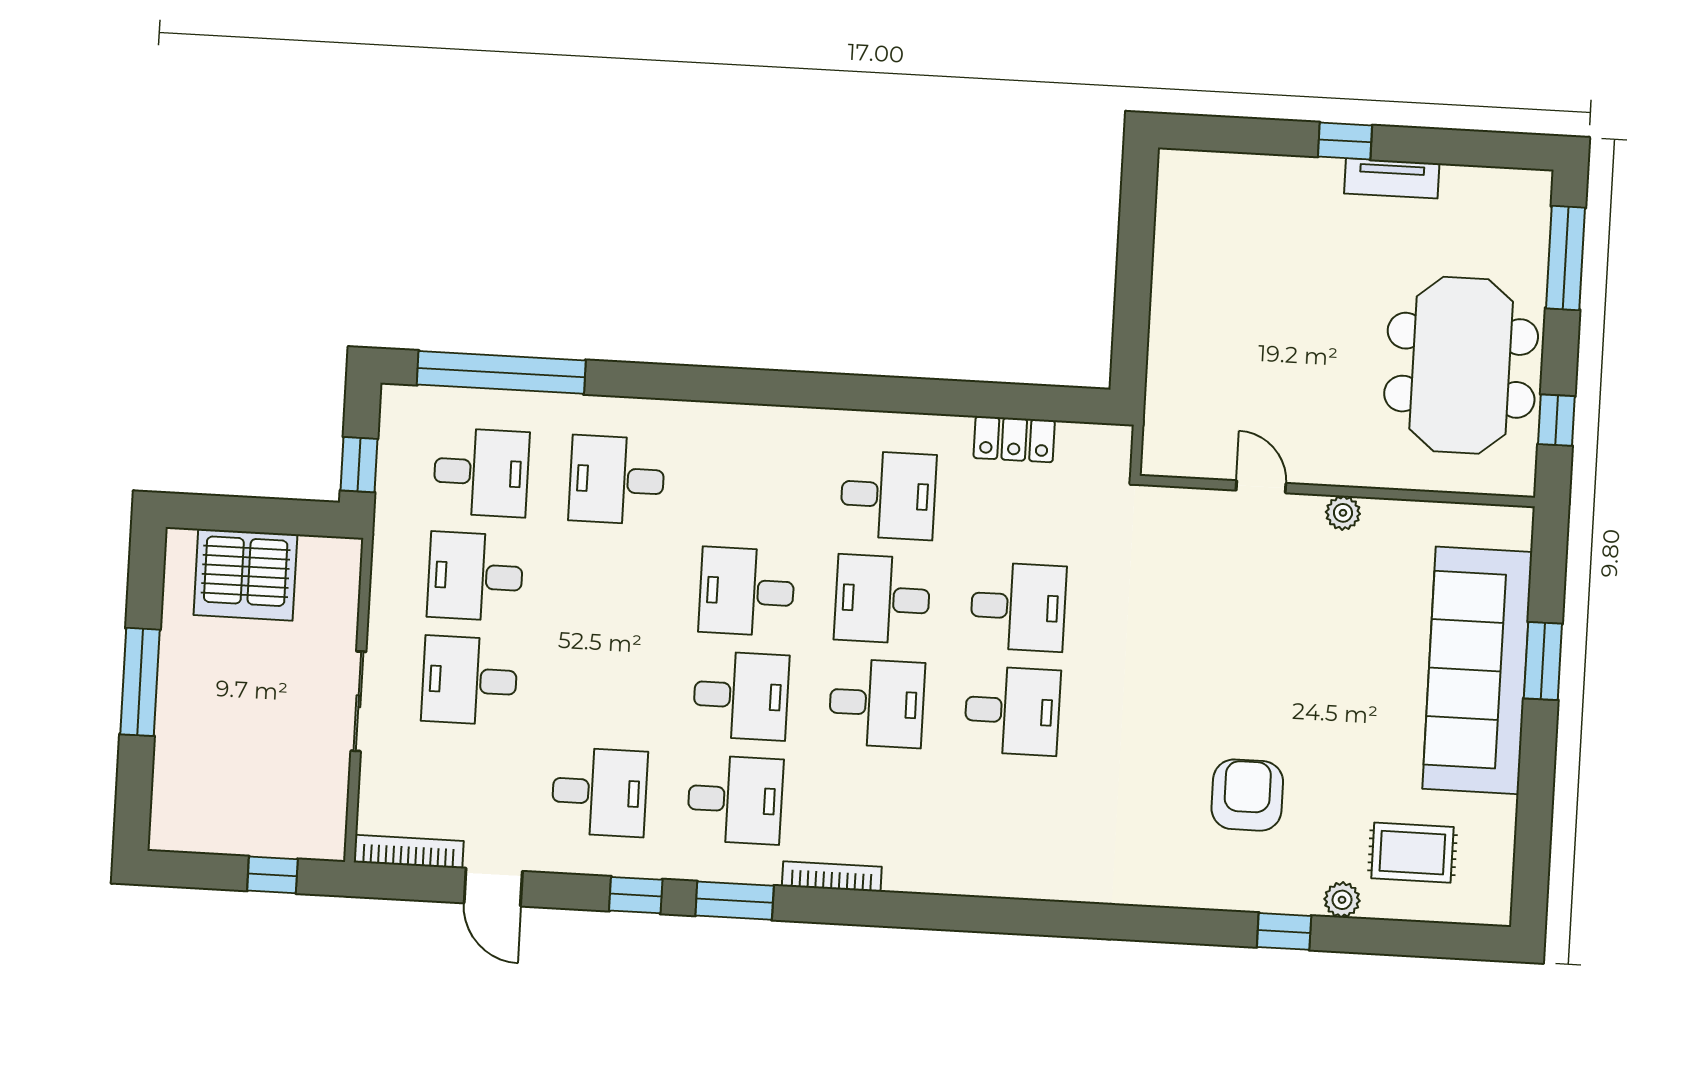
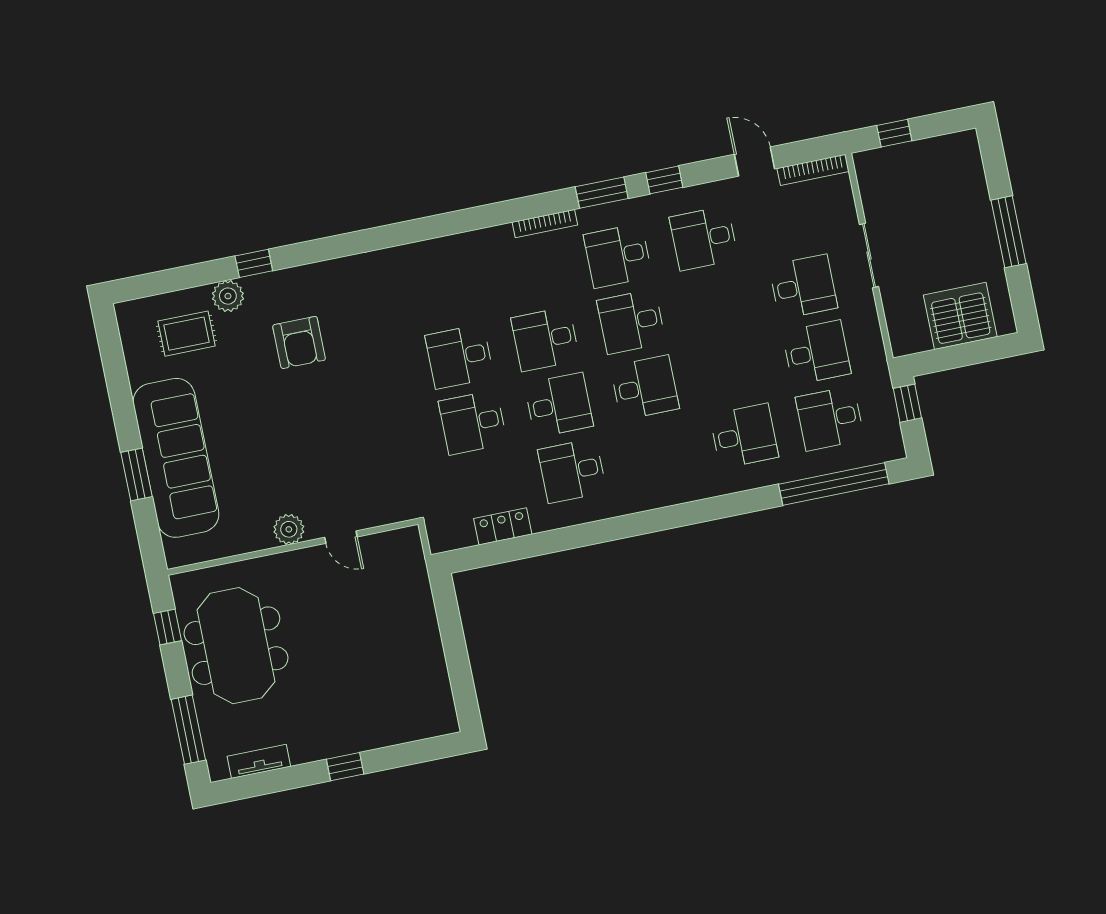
tv unit: (1392, 178) -> (259, 761), moved
plant: (1343, 513) -> (289, 529), width x1.38, depth x1.38
plant: (1342, 900) -> (228, 296), width x1.38, depth x1.38

